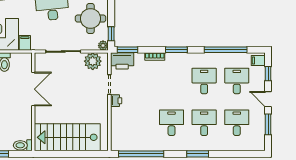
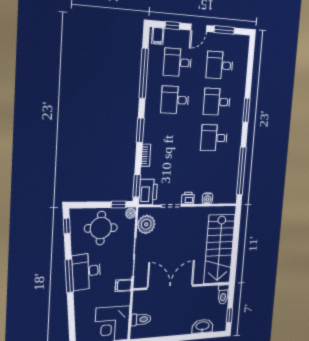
filing cabinet: (25, 43) -> (123, 285), moved
double door: (33, 89) -> (170, 287), width x1.36
water cooler: (116, 121) -> (207, 198), added

